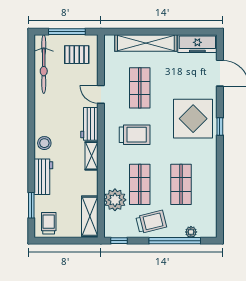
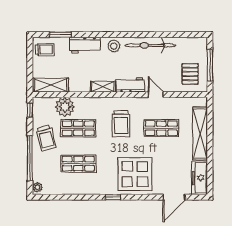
bicycle: (44, 64) -> (150, 45), moved
door: (101, 94) -> (156, 95), hinge flipped
window: (220, 126) -> (113, 197), moved
plant: (191, 232) -> (37, 187), moved

